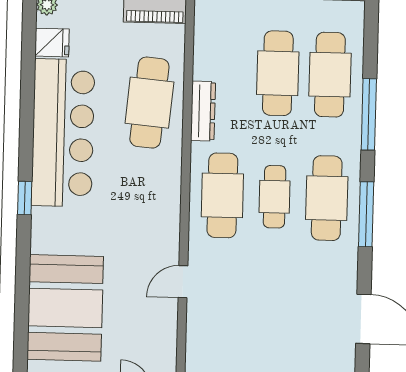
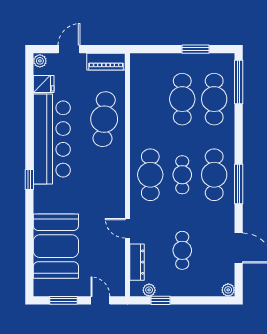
dresser: (203, 111) -> (137, 262), moved
window: (369, 114) -> (239, 82), moved
door: (183, 282) -> (128, 228), hinge flipped
cafe table: (271, 320) -> (182, 250), added

